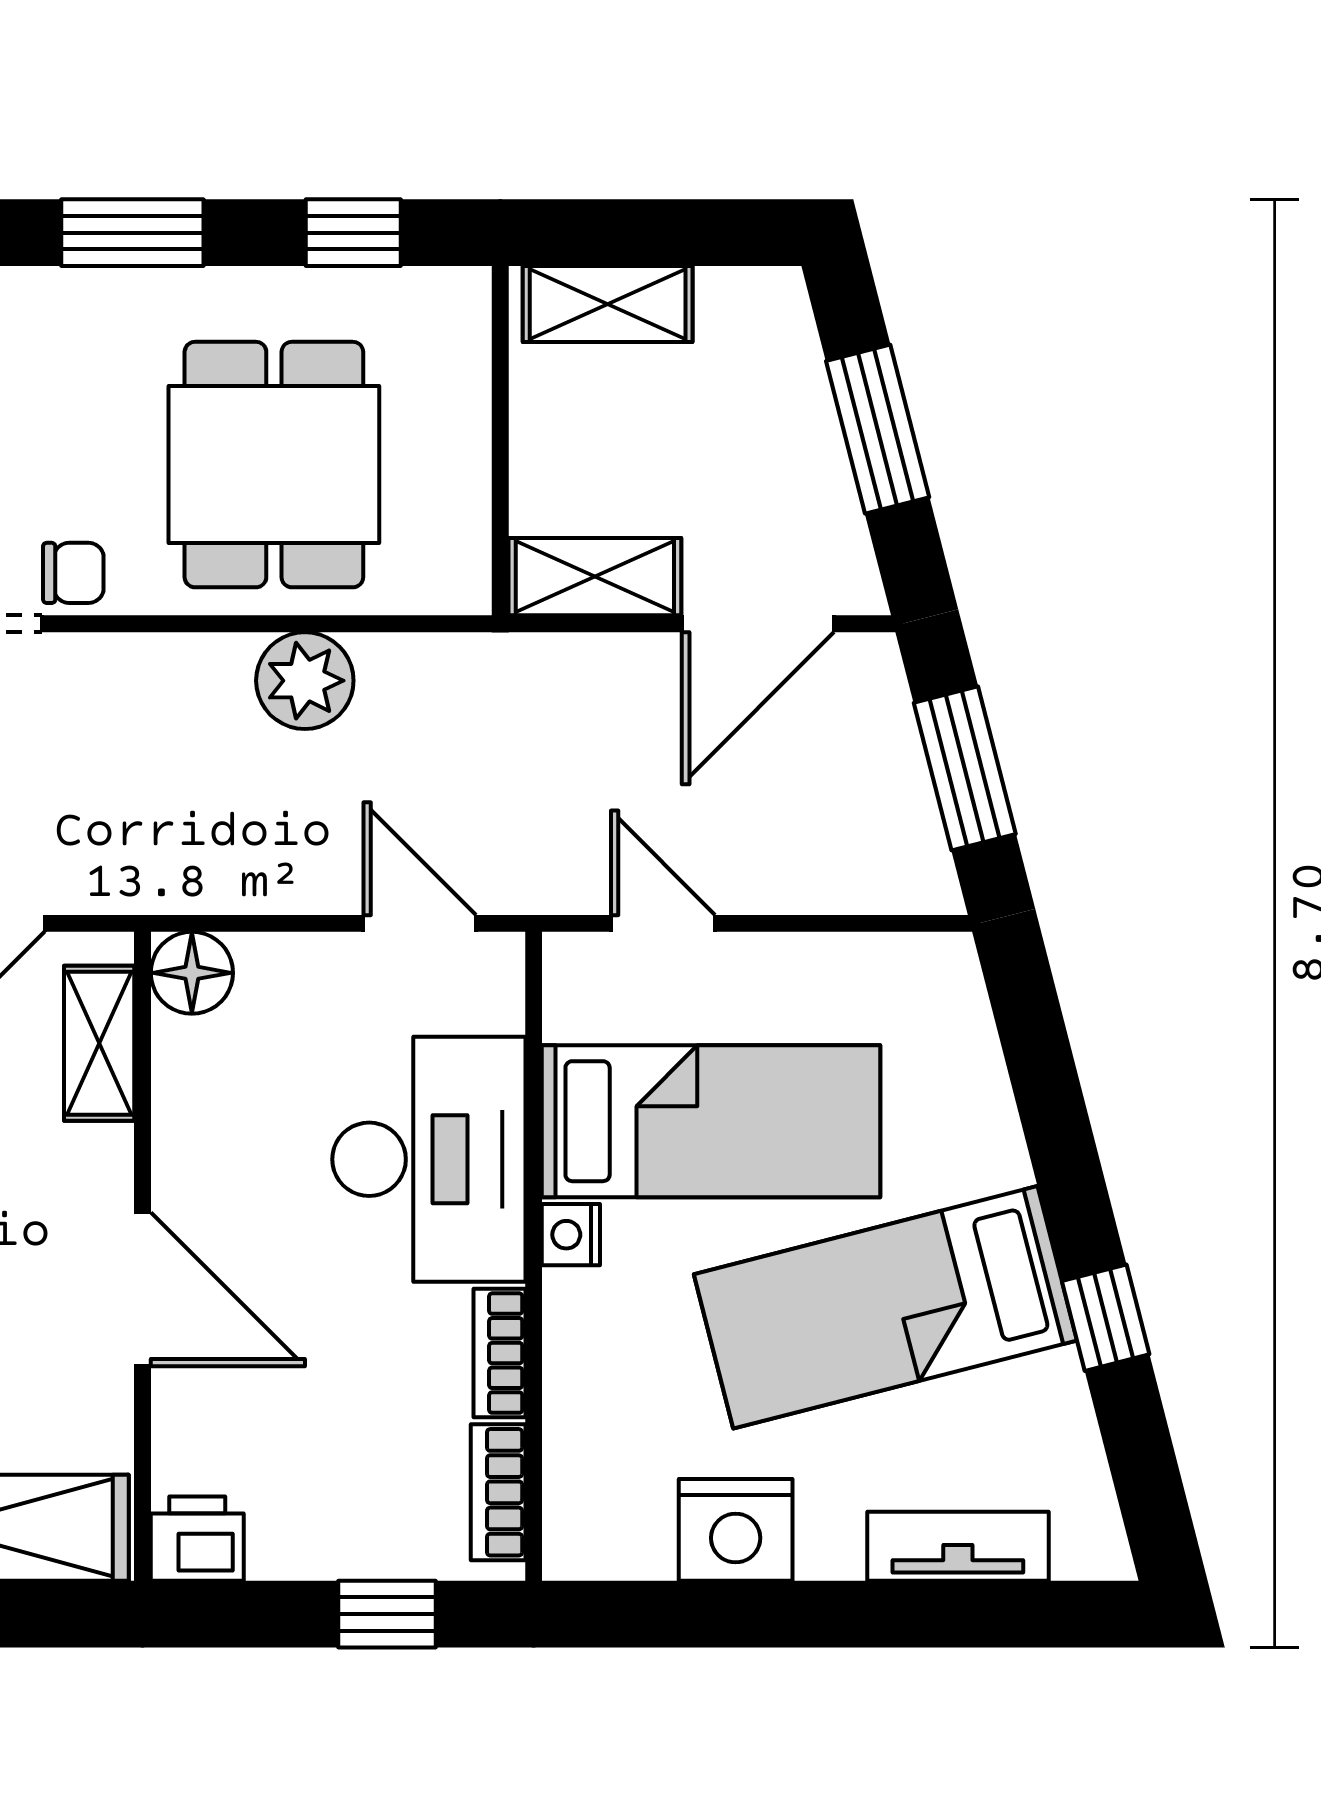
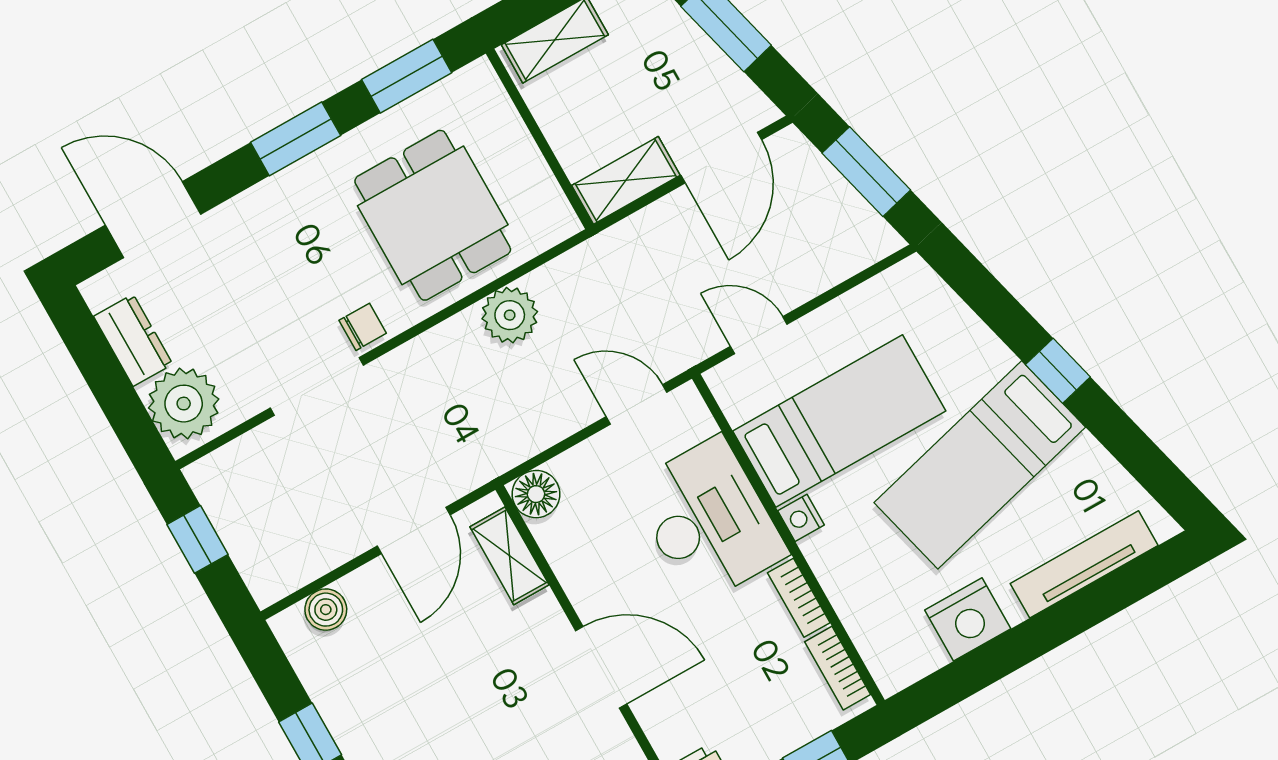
window: (353, 233) -> (407, 76), width x1.50
window: (1106, 1318) -> (1058, 371), moved
tv unit: (958, 1546) -> (1084, 564), width x1.41

